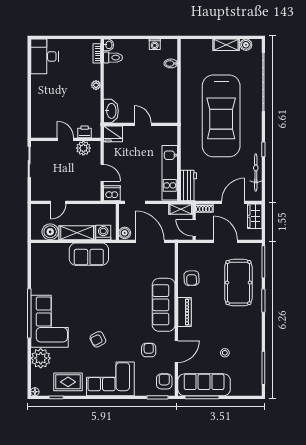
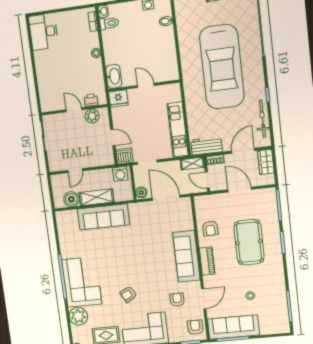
workbench: (188, 186) -> (206, 146), moved, turned -90
washing machine: (103, 233) -> (120, 174), moved, turned 180
sofa: (89, 254) -> (103, 217), width x1.36
pool table: (238, 283) -> (249, 242), moved

